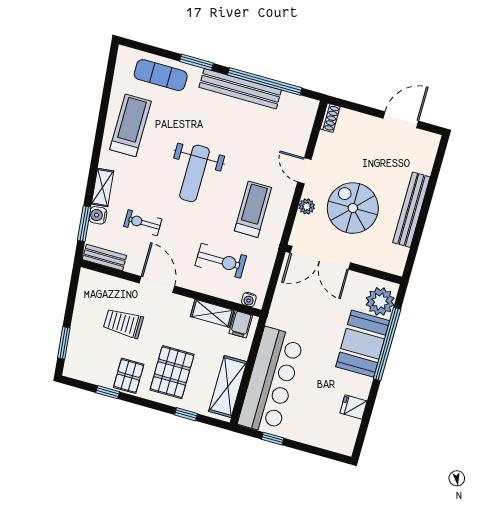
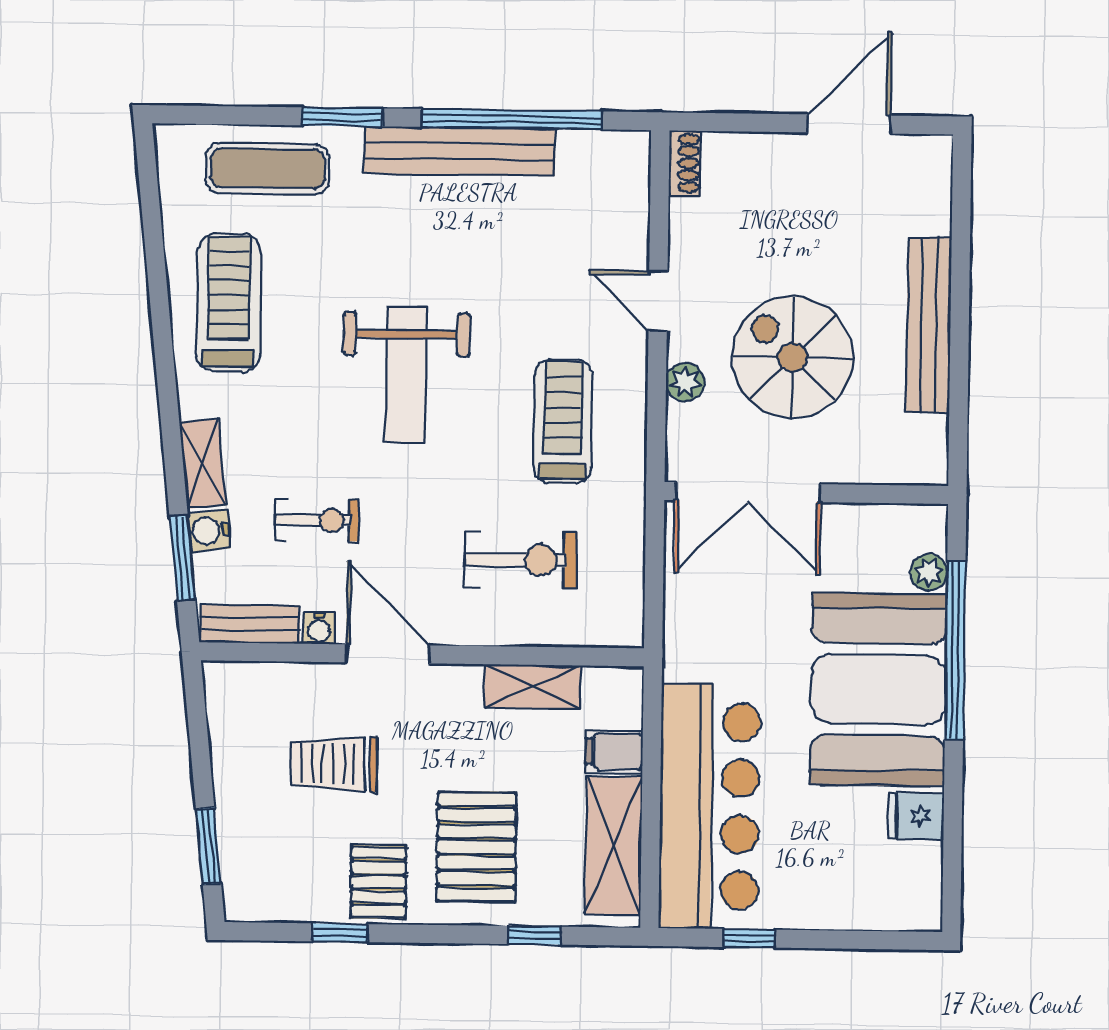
exercise bike: (143, 223) -> (317, 520), turned 180
water cooler: (249, 300) -> (319, 628), moved
plant: (380, 301) -> (929, 572), width x0.53, depth x0.53
filing cabinet: (241, 324) -> (614, 752), moved, turned 90
booth: (363, 344) -> (878, 689), width x1.36, depth x1.42

